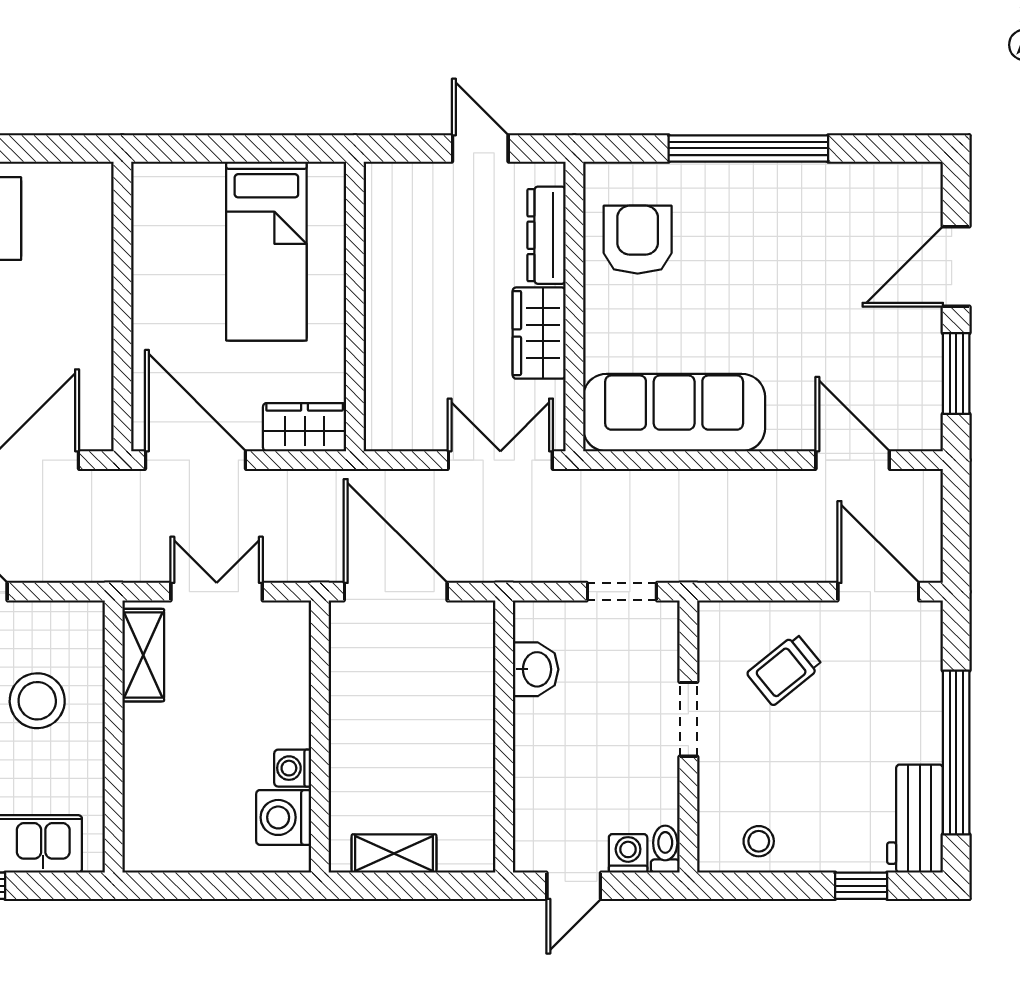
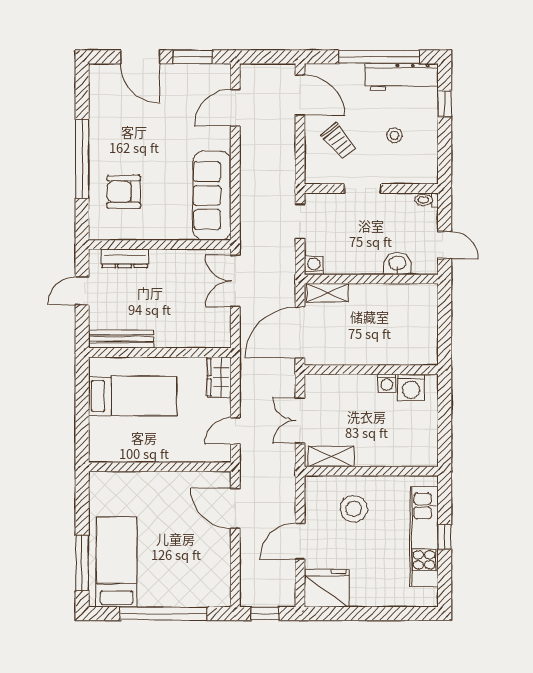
bench: (382, 228) -> (121, 339), added
armchair: (638, 240) -> (124, 192), moved
wardrobe: (539, 333) -> (173, 262), removed
door: (196, 460) -> (235, 431), width x0.53
door: (878, 592) -> (300, 95), swing flipped
washbasin: (536, 669) -> (397, 264), moved
workbench: (915, 819) -> (402, 77), width x1.38
stool: (759, 841) -> (394, 135), moved
shelving: (394, 853) -> (328, 293), moved, turned 90
washing machine: (628, 853) -> (314, 265), moved, turned 90

